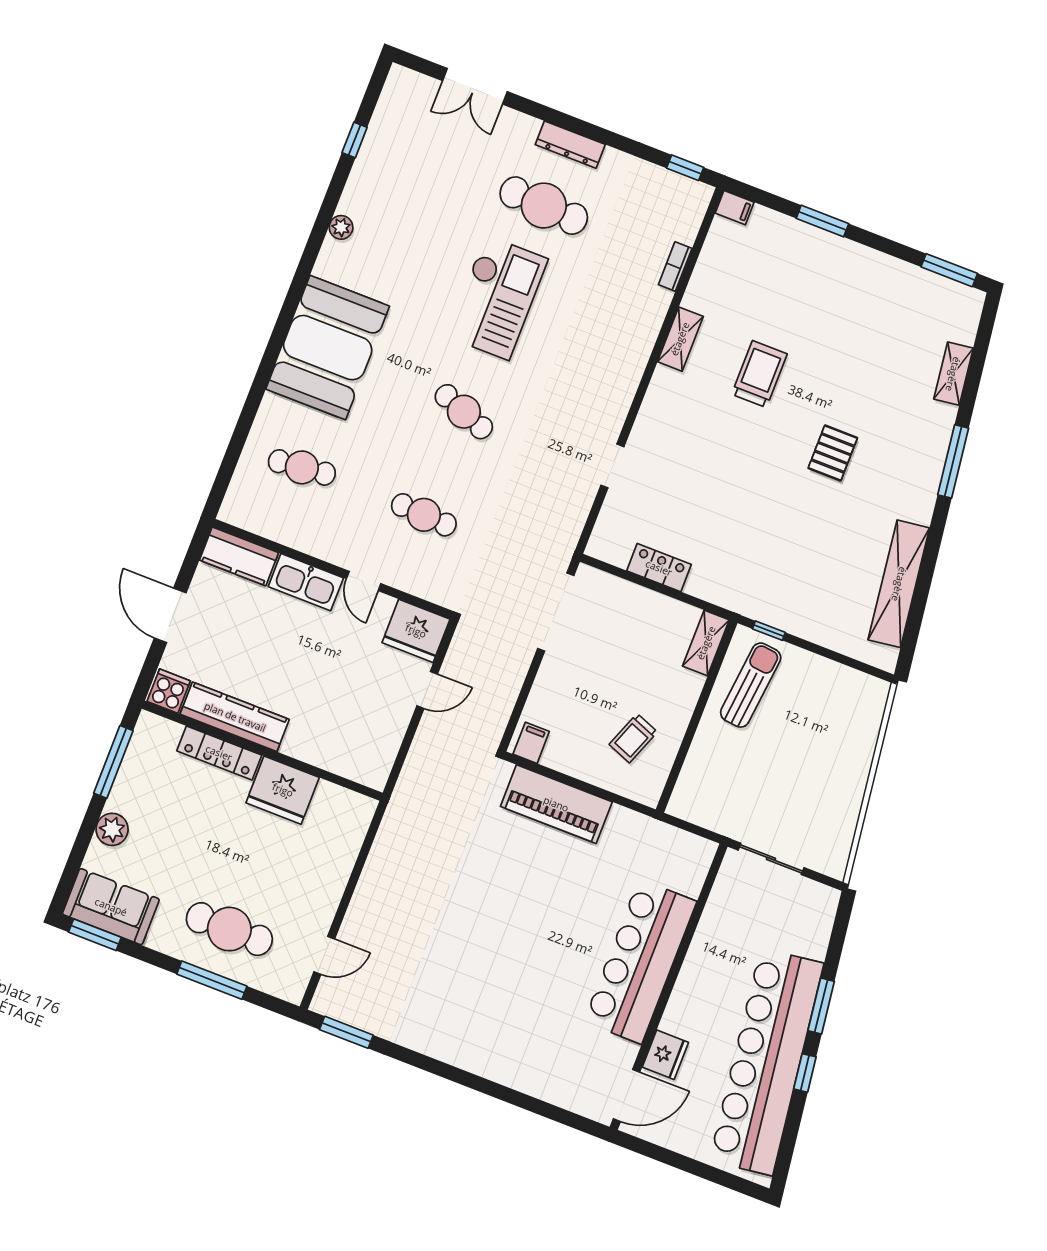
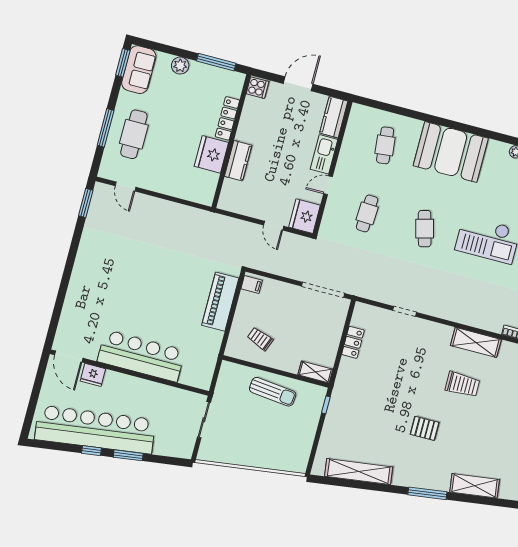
shelving: (680, 339) -> (476, 342), width x1.50, depth x1.33
shelving: (953, 374) -> (475, 486), width x1.50, depth x1.33
cafe table: (464, 412) -> (425, 229), turned -36
sun lounger: (751, 685) -> (273, 392), moved
kitchen counter: (235, 717) -> (238, 161), moved, width x0.67

